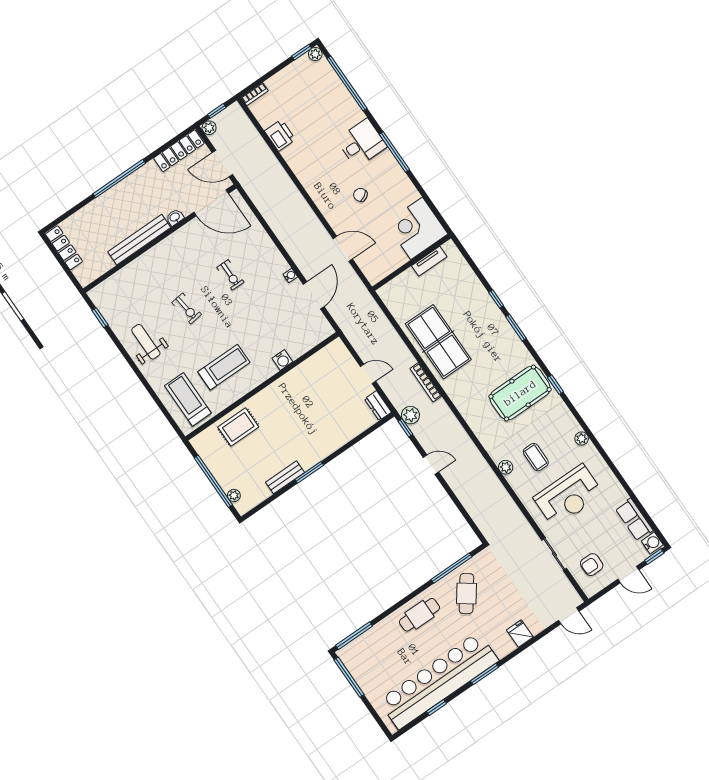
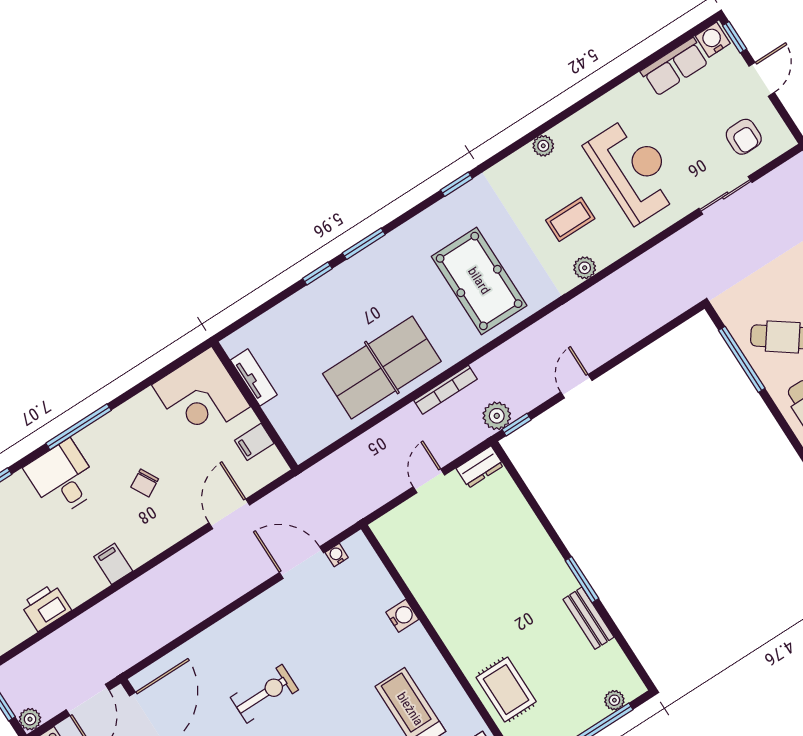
filing cabinet: (309, 177) -> (113, 564), added
filing cabinet: (389, 263) -> (254, 442), added
exercise bike: (230, 275) -> (264, 694), width x1.38, depth x1.39
water cooler: (290, 276) -> (337, 555), moved
pool table: (520, 393) -> (479, 281), moved

